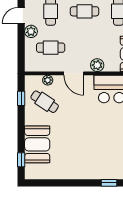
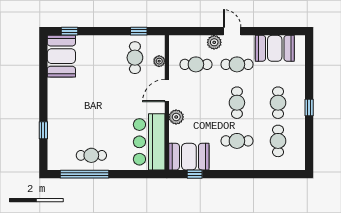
cafe table: (51, 48) -> (196, 64), turned 90
cafe table: (45, 102) -> (135, 58), turned -33
booth: (37, 144) -> (61, 56), moved, turned 90

